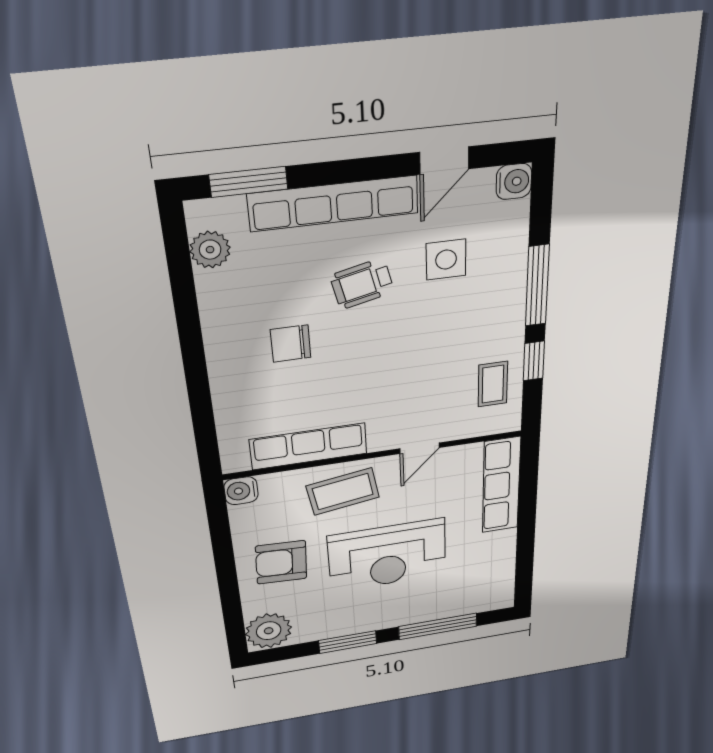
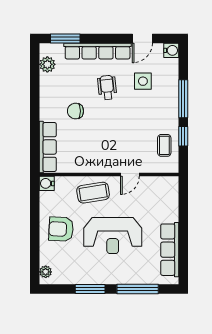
wheelchair: (362, 284) -> (107, 87), turned 97
row of seats: (309, 446) -> (48, 147), moved, turned 90
row of seats: (501, 485) -> (170, 250), moved
plant: (269, 631) -> (46, 272), width x0.53, depth x0.53

